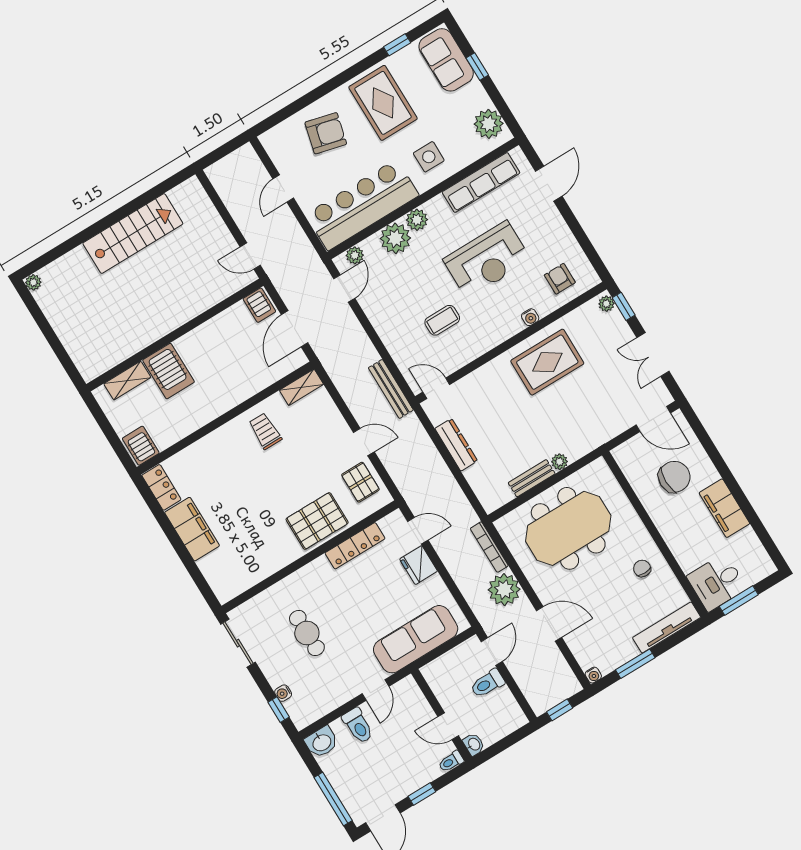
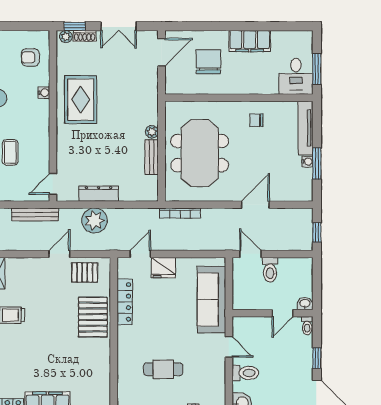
shoe rack: (620, 324) -> (85, 36), added
plant: (504, 590) -> (94, 221), moved
water cooler: (593, 675) -> (307, 162), moved

